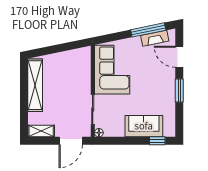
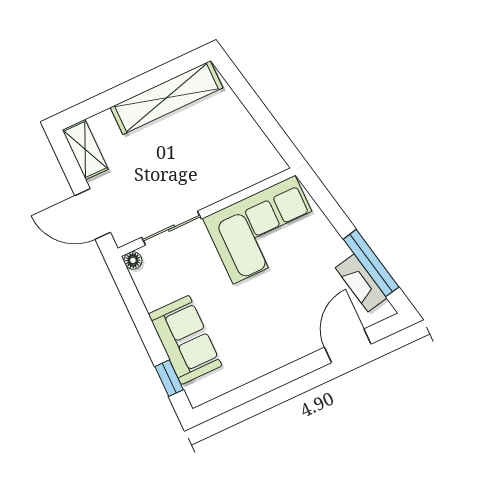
window: (179, 90) -> (284, 375), removed

